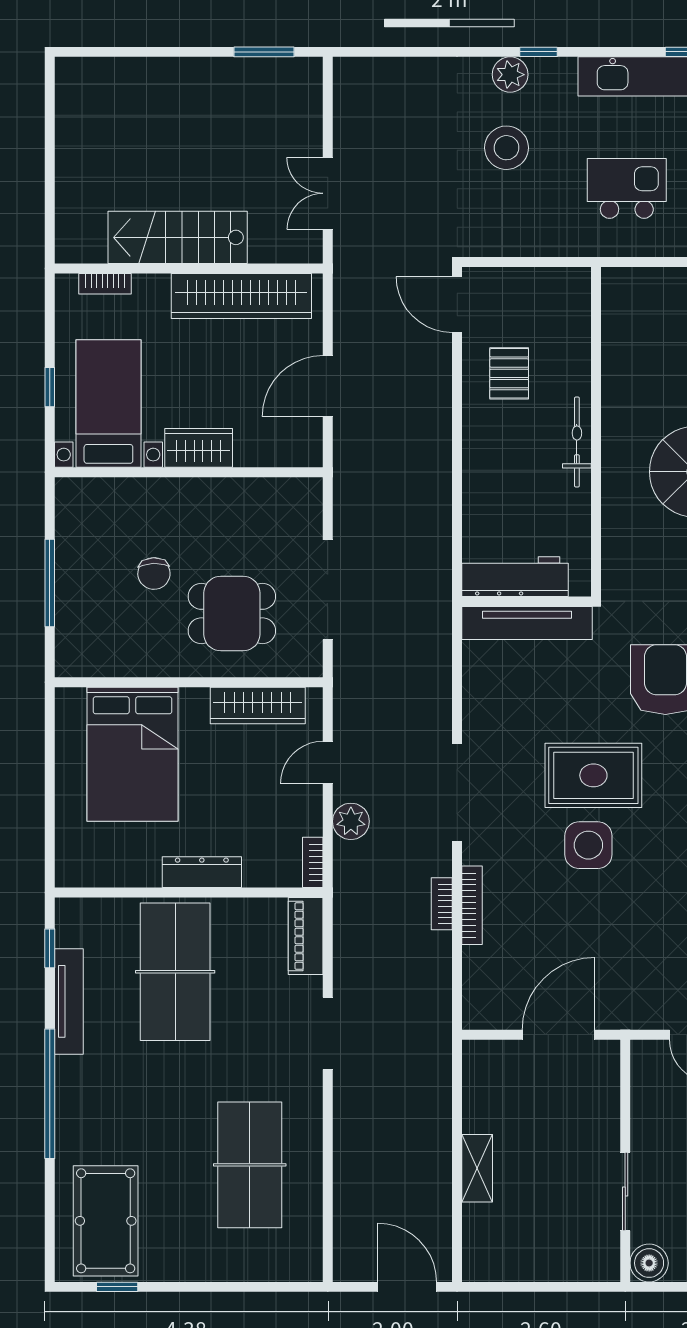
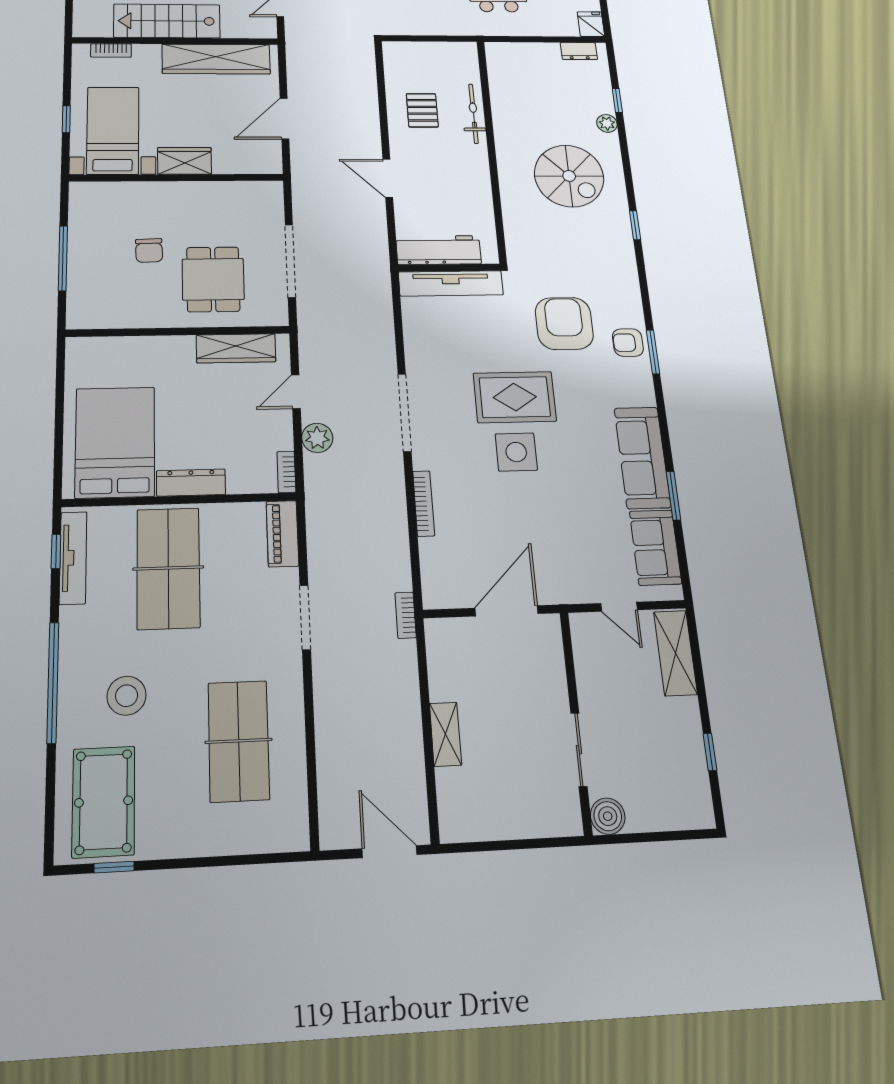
door: (457, 305) -> (388, 178), moved
bicycle: (577, 442) -> (473, 114), moved
dining table: (232, 614) -> (213, 279), turned 90
bed: (132, 754) -> (115, 442), moved, turned 180
bookcase: (442, 904) -> (406, 615), moved
tv unit: (69, 1001) -> (73, 558), moved
stool: (129, 1112) -> (127, 696), added

